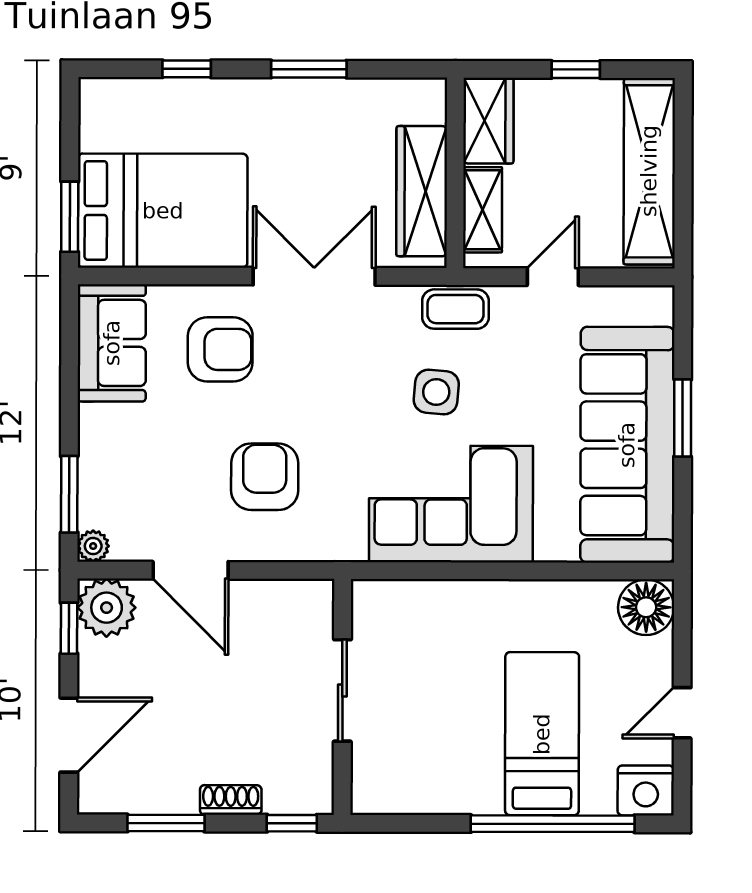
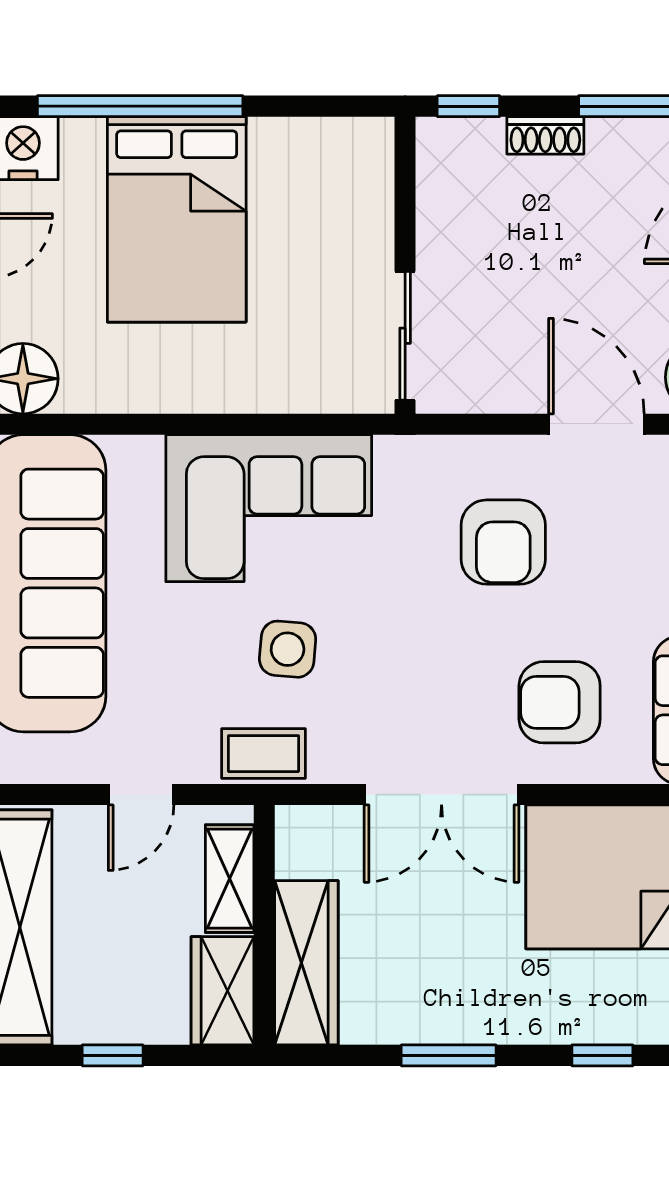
wardrobe: (422, 191) -> (306, 963), moved
sliding door: (342, 690) -> (405, 336), moved
bed: (542, 734) -> (177, 219), width x1.50

